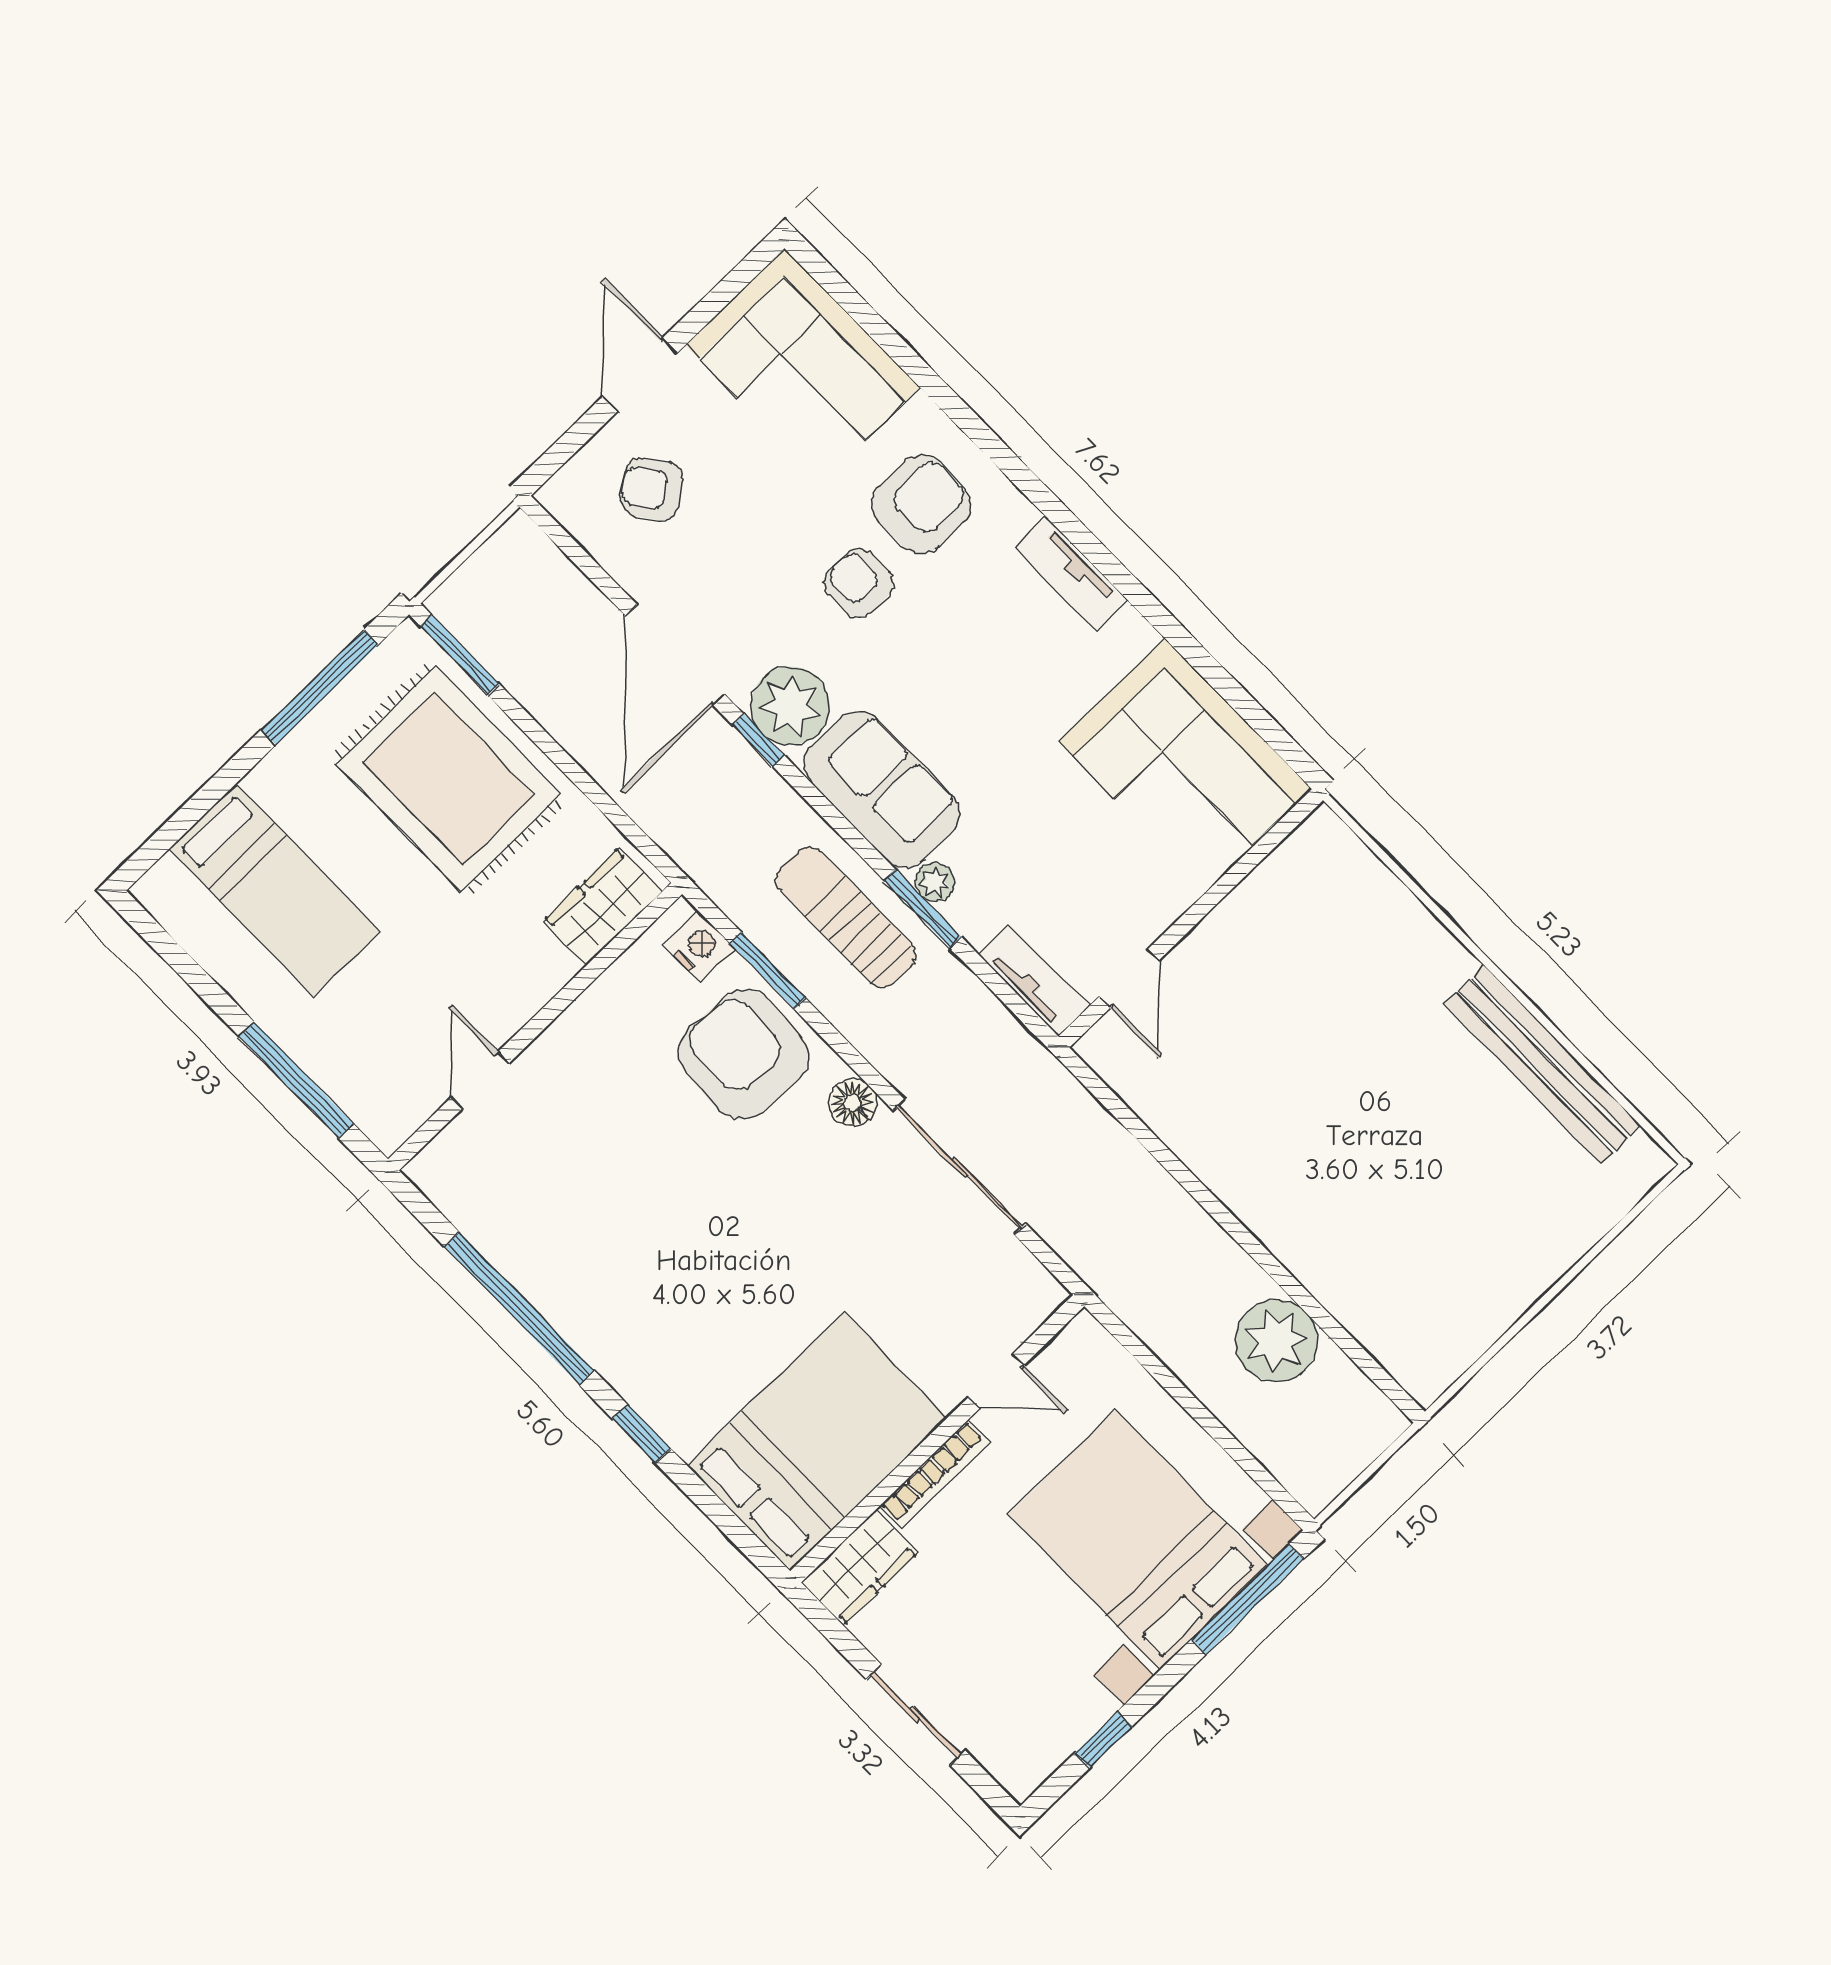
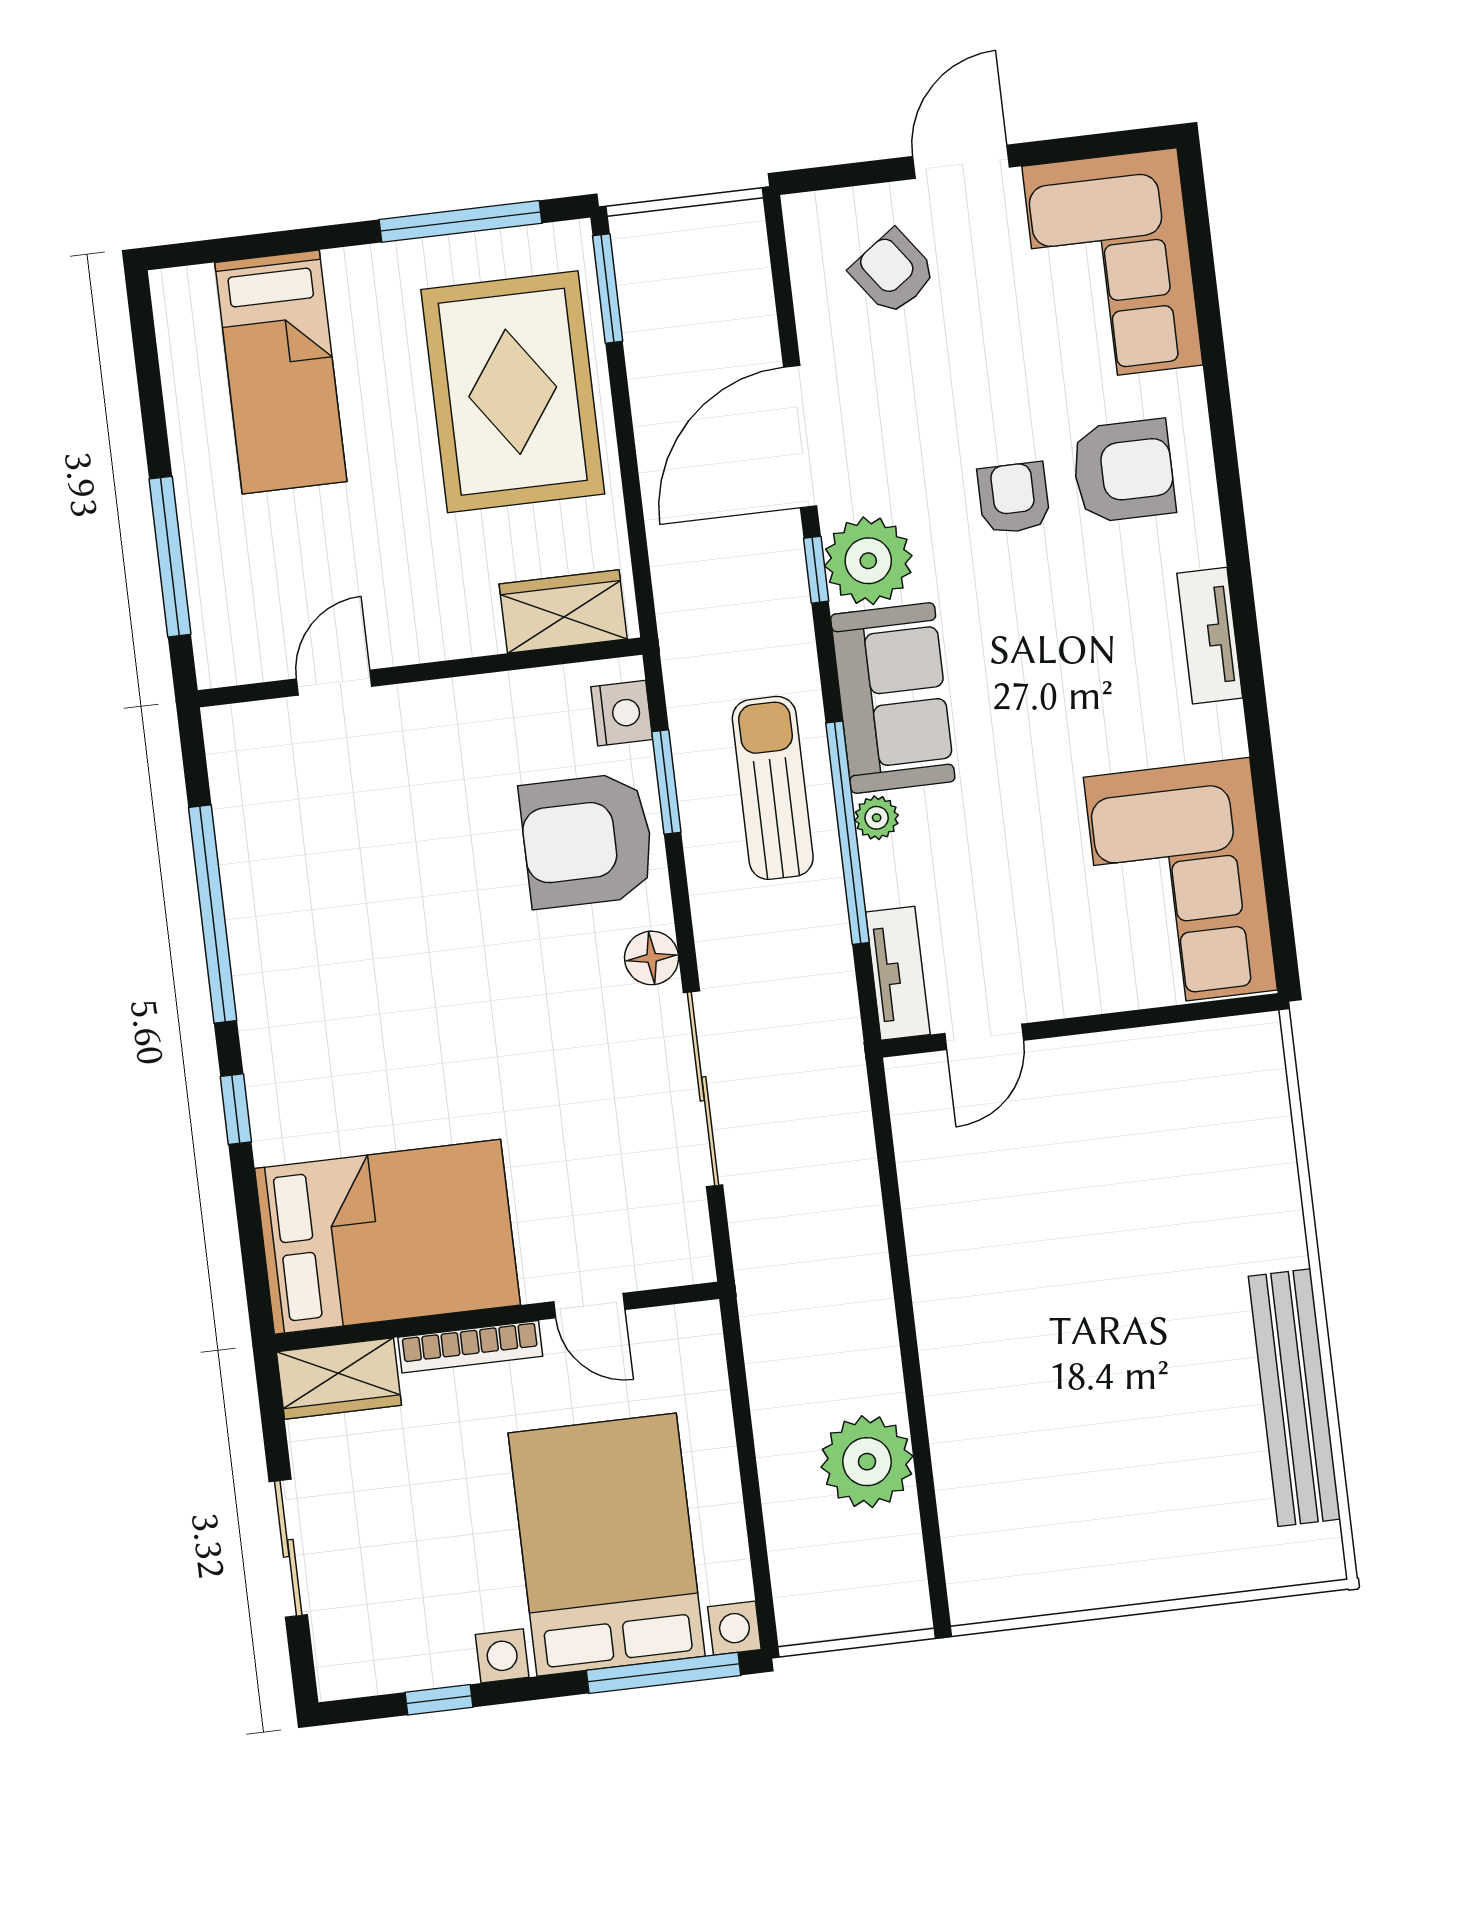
window: (923, 909) -> (847, 833), width x2.11
armchair: (744, 1055) -> (587, 840), turned -93

